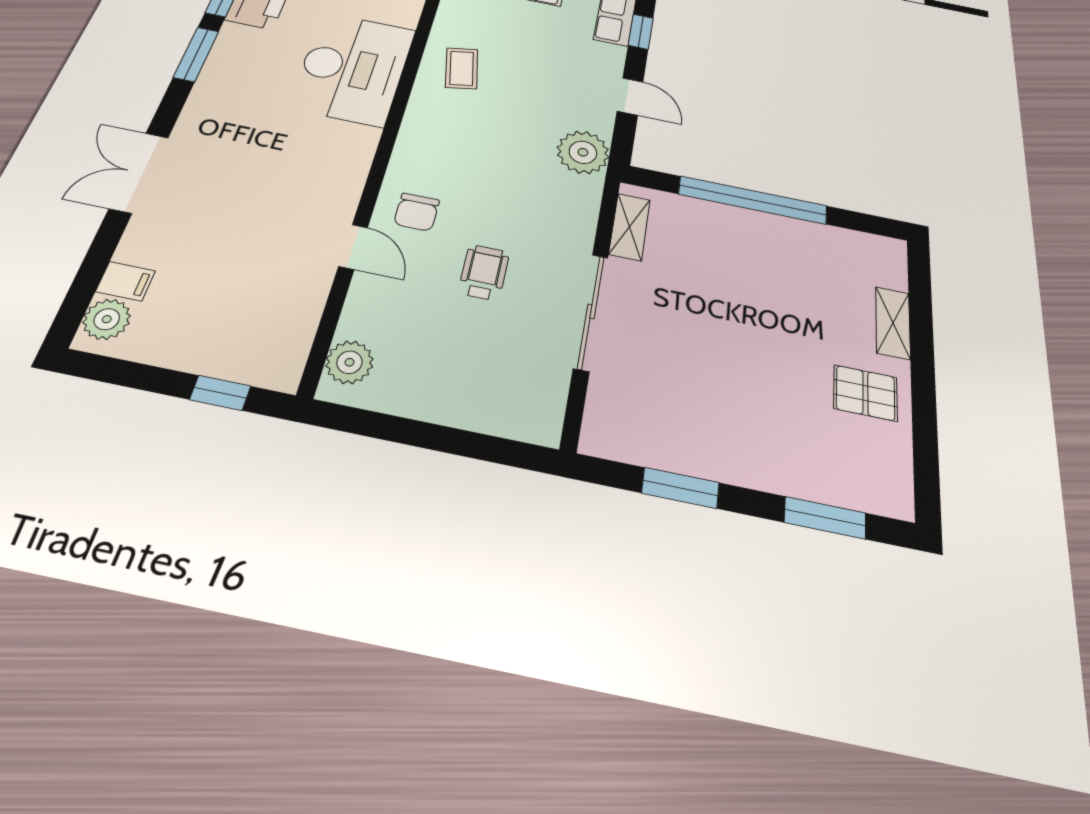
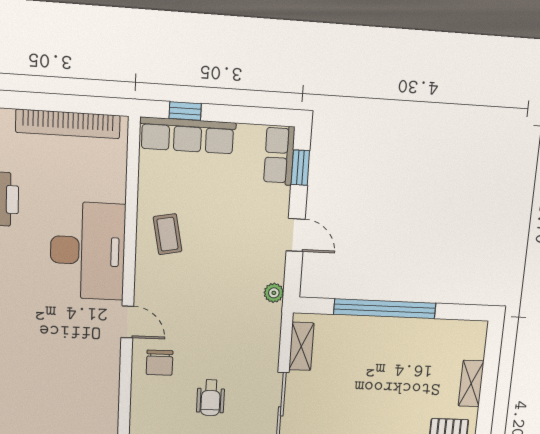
plant: (583, 152) -> (274, 293), width x0.53, depth x0.53
door: (353, 247) -> (127, 322), moved
wheelchair: (484, 272) -> (211, 398), turned 180

